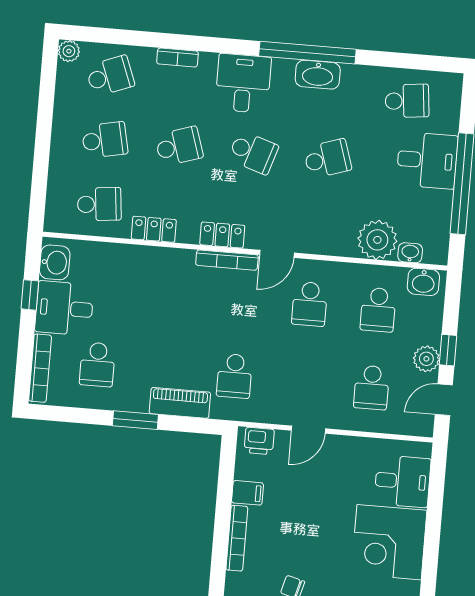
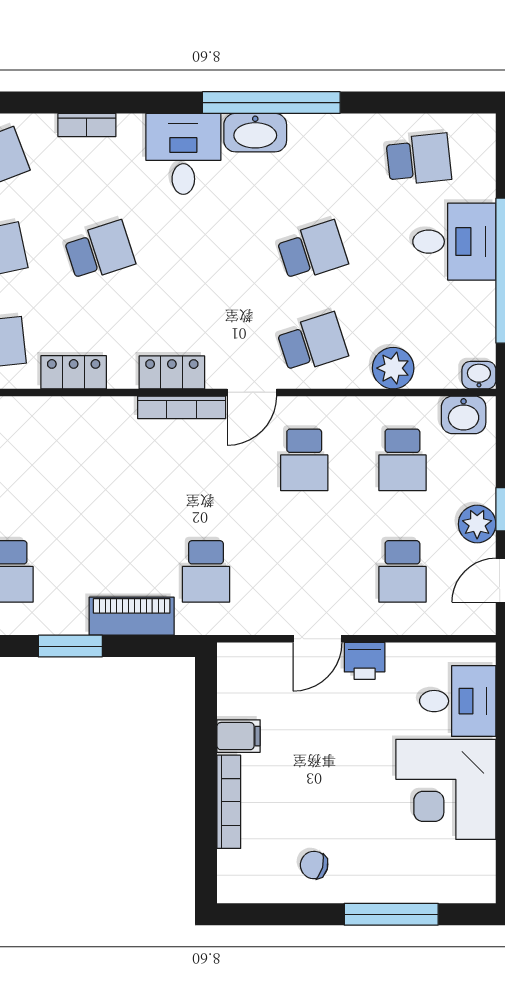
washbasin: (318, 75) -> (255, 133), moved
school desk: (253, 152) -> (312, 343), moved, turned -36
plant: (377, 240) -> (393, 368), width x0.73, depth x0.73
washbasin: (410, 253) -> (479, 375), moved
printer: (259, 441) -> (365, 661), moved

